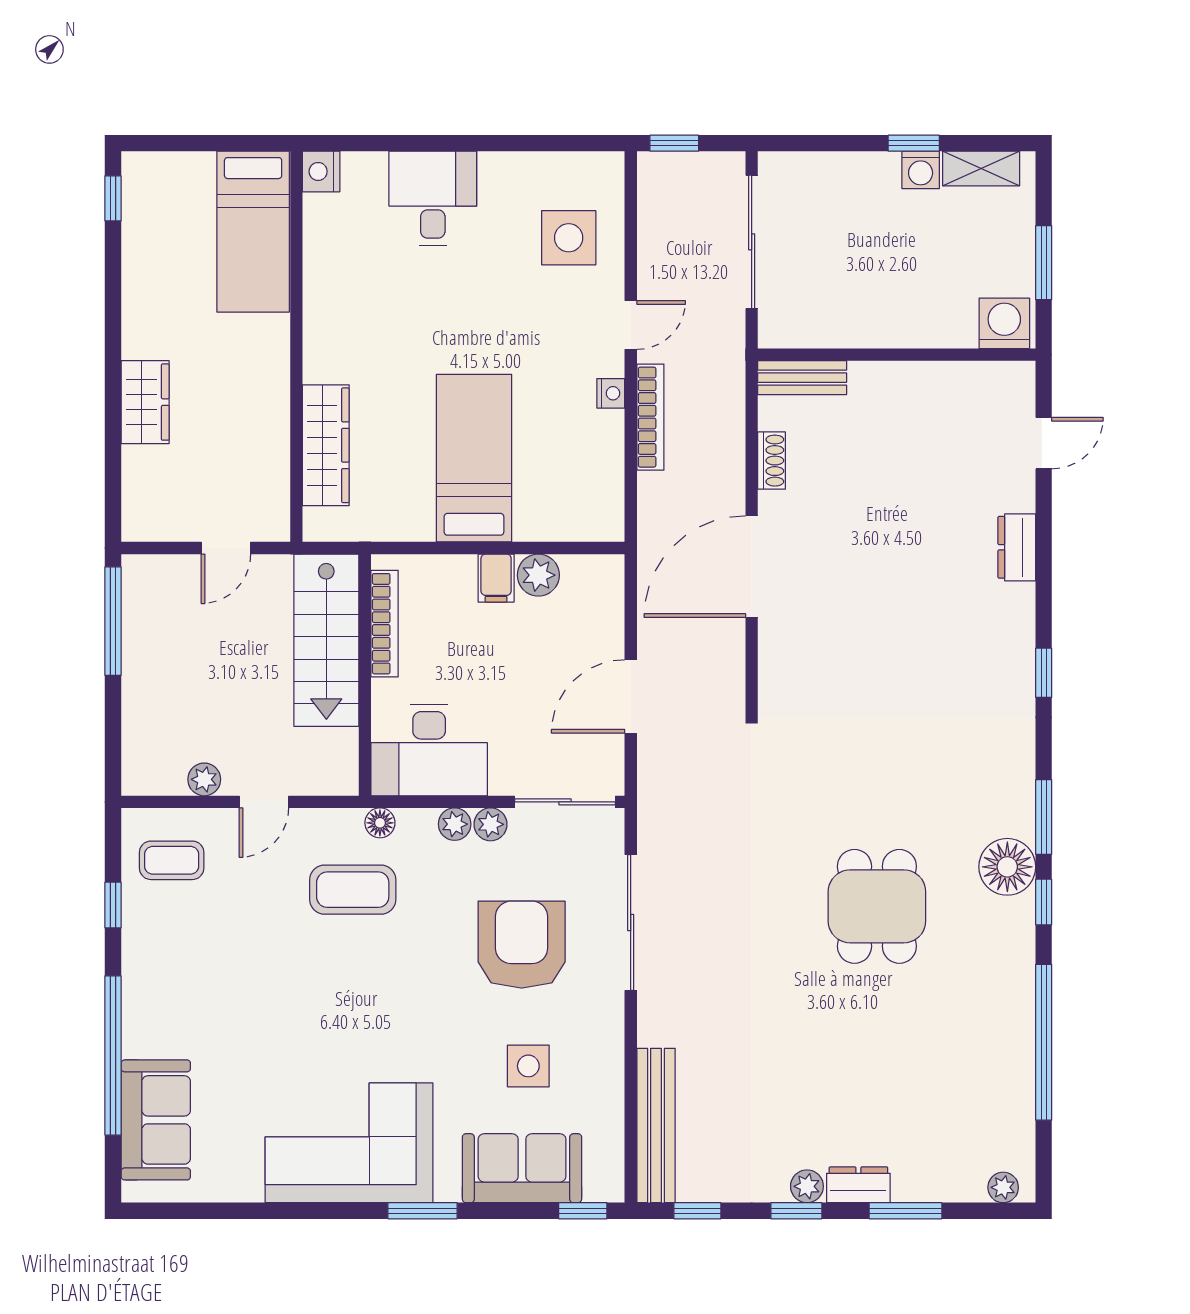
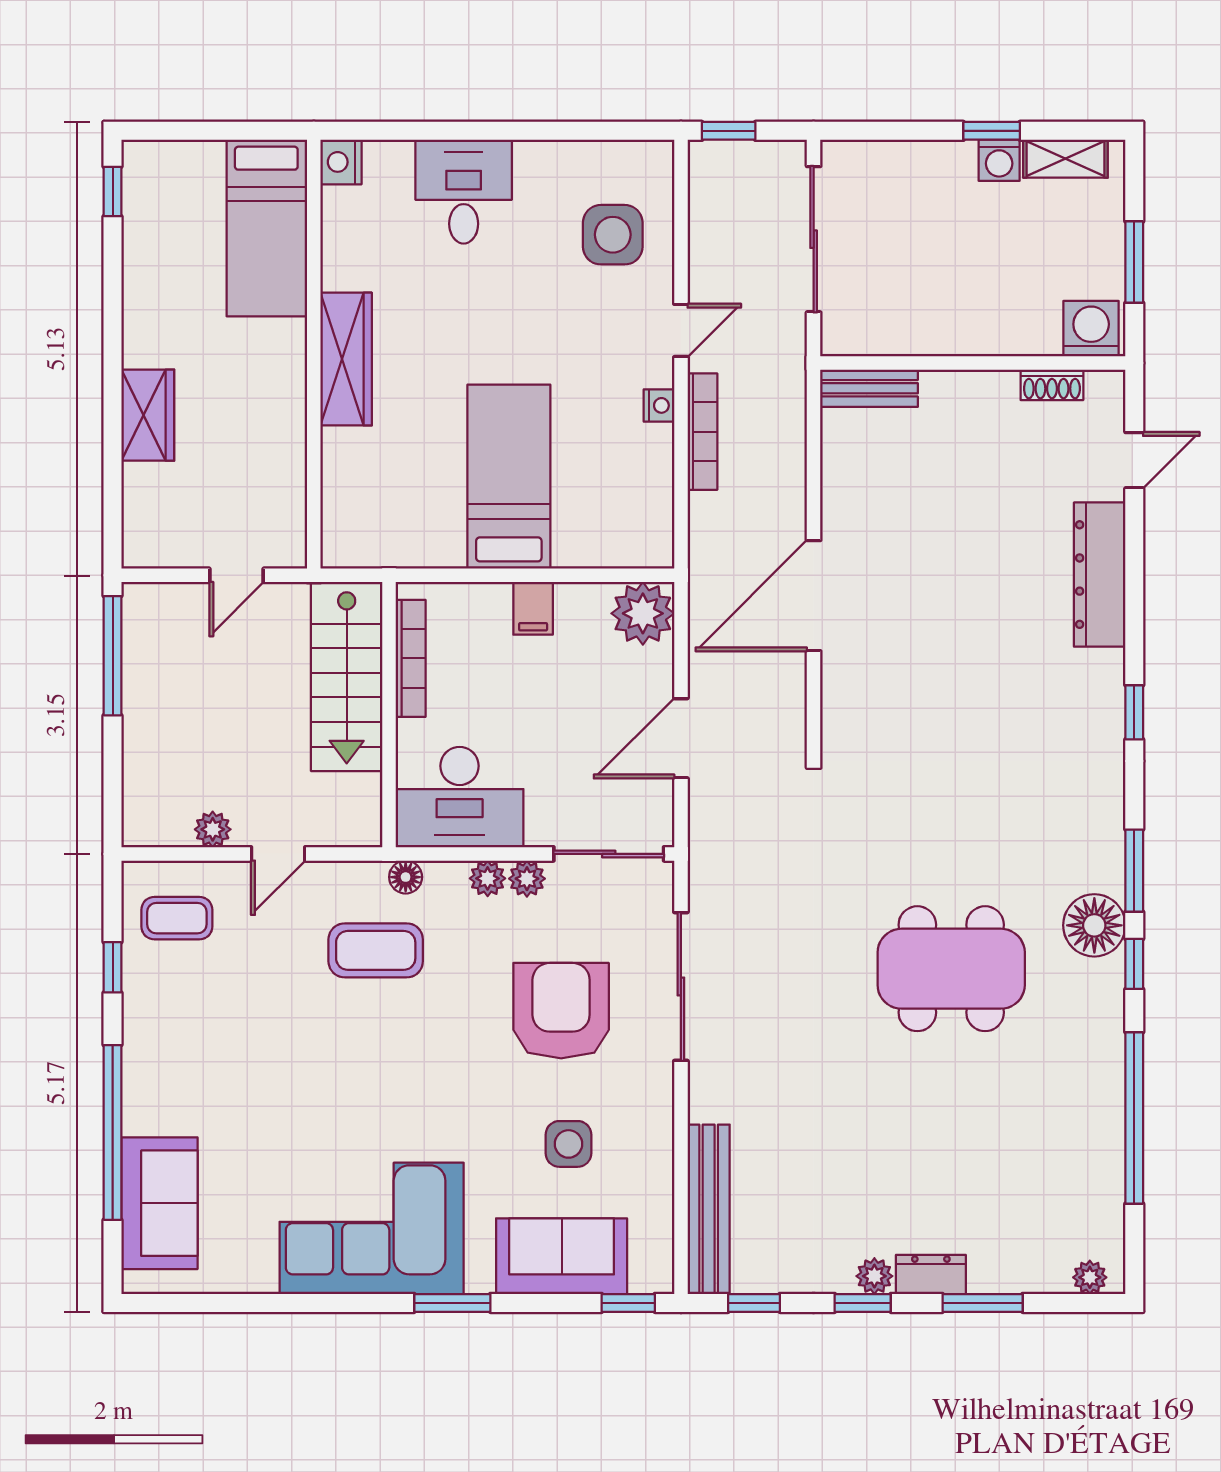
wardrobe: (326, 445) -> (346, 359), moved
shoe rack: (772, 461) -> (1052, 385), moved, turned 90
dresser: (1017, 547) -> (1100, 575), width x1.96, depth x1.24
plant: (538, 575) -> (643, 613), moved, width x1.36, depth x1.36
dining table: (877, 906) -> (951, 969), width x1.38

